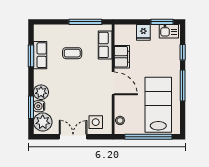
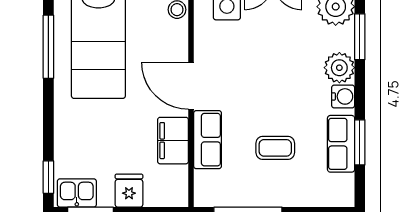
row of seats: (105, 45) -> (208, 140), moved
window: (183, 52) -> (48, 177), moved
window: (183, 86) -> (48, 47), moved
water cooler: (39, 106) -> (343, 96), moved

